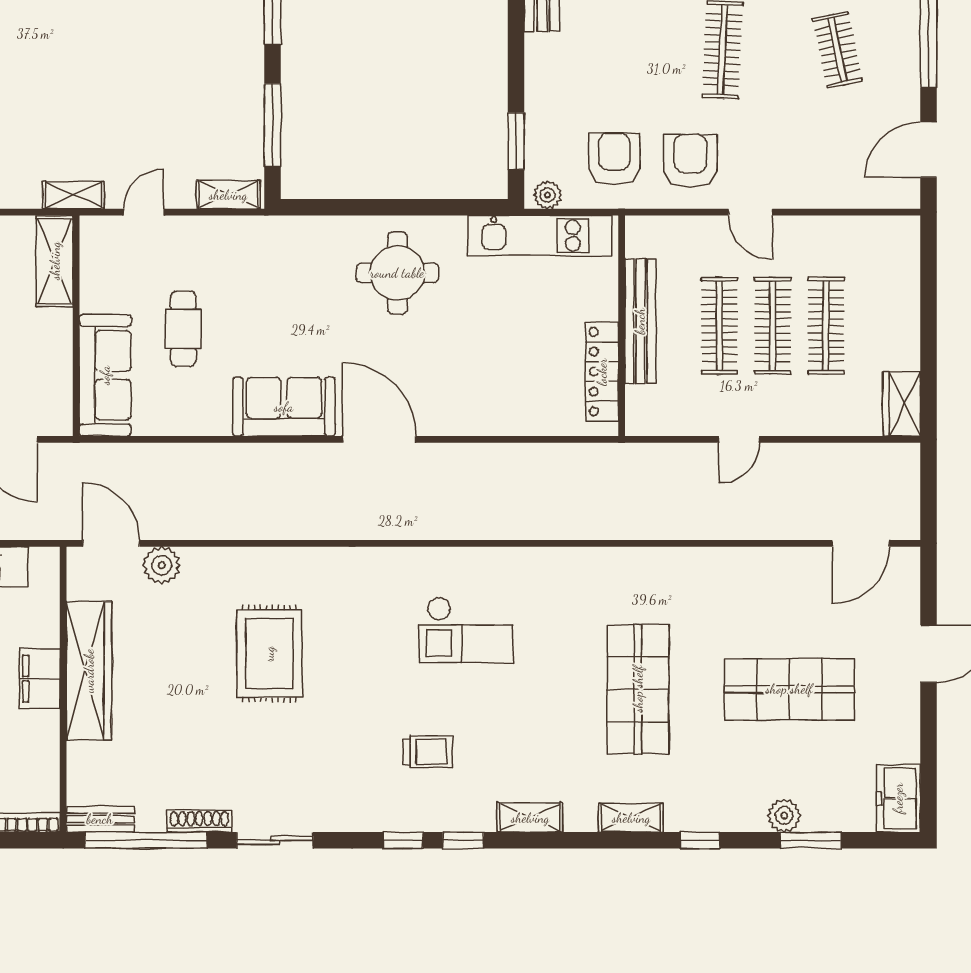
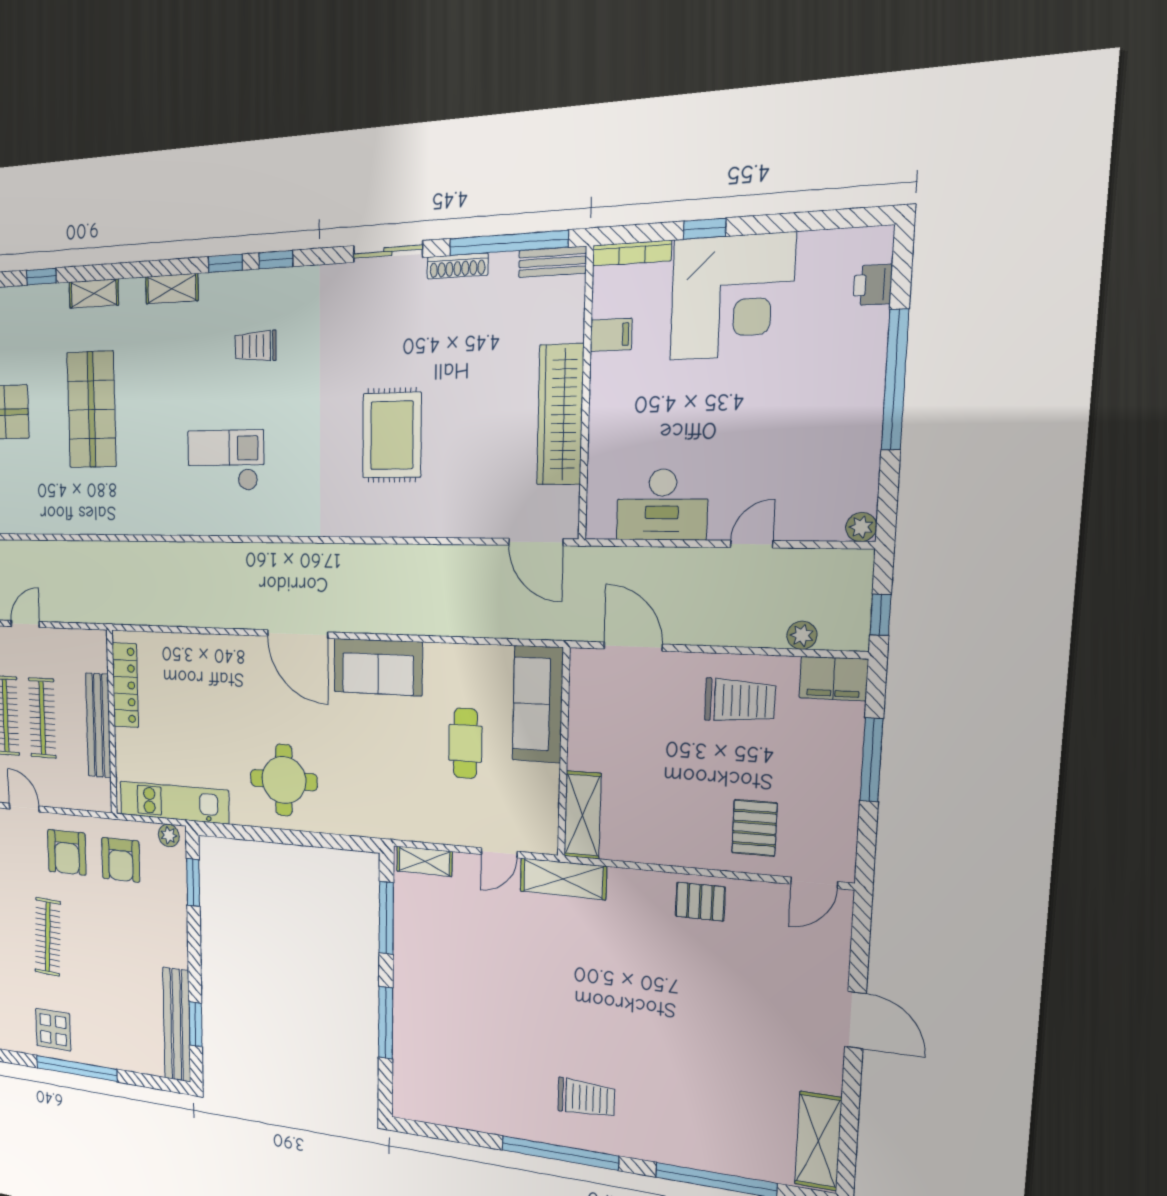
shelving: (73, 195) -> (563, 879), width x1.50, depth x1.33
plant: (162, 565) -> (489, 520), removed
filing cabinet: (40, 679) -> (611, 335), moved, width x0.50

